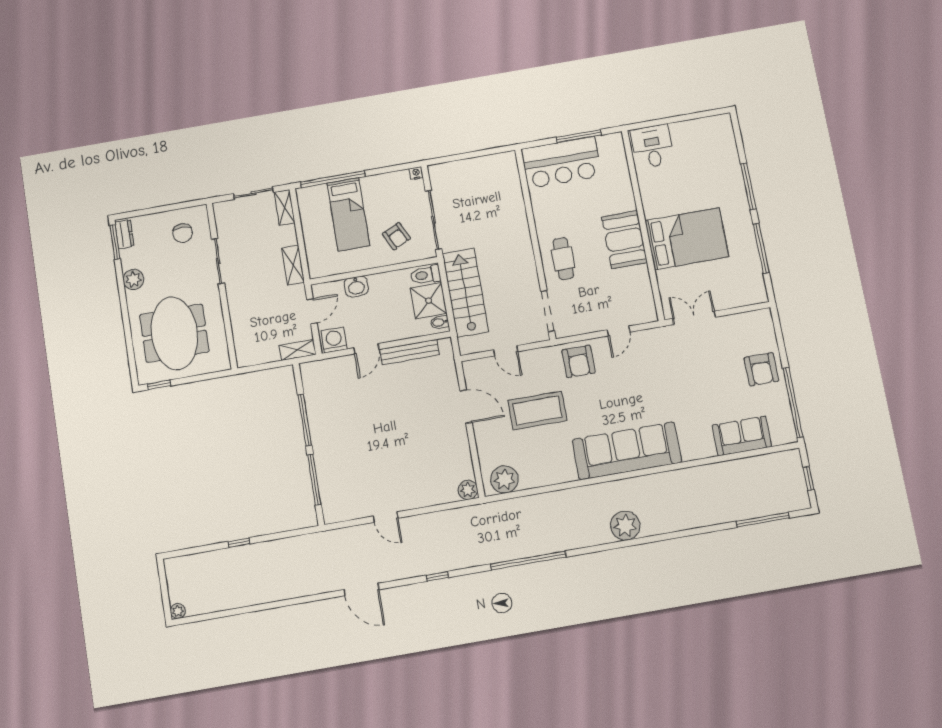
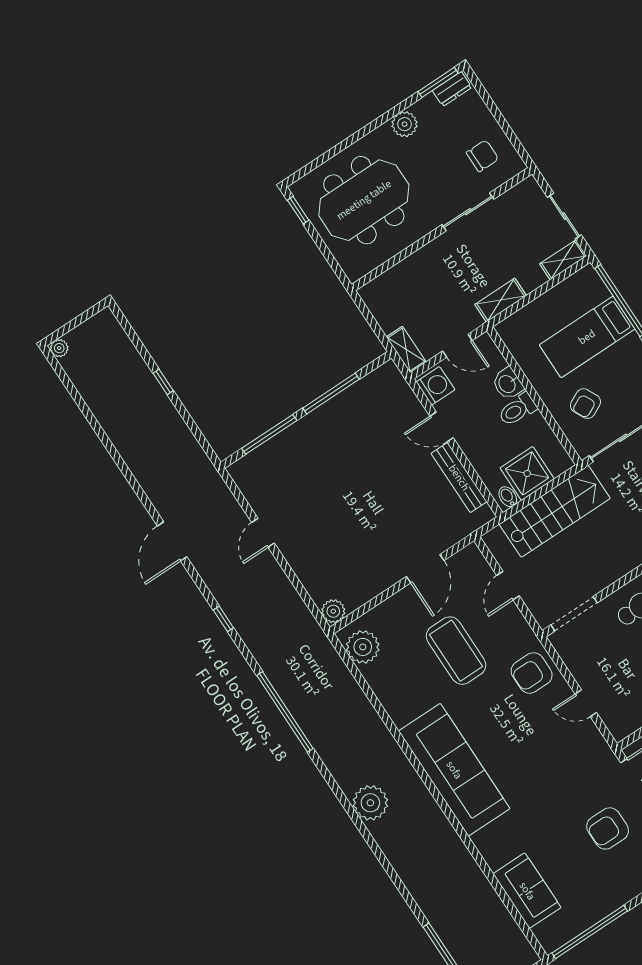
chair: (183, 233) -> (482, 156), turned 180
toilet: (426, 275) -> (518, 409), moved, turned -90
armchair: (761, 369) -> (608, 828), moved

